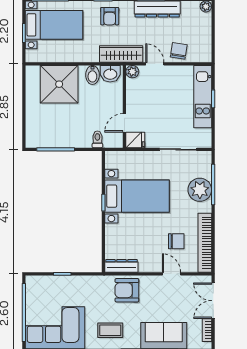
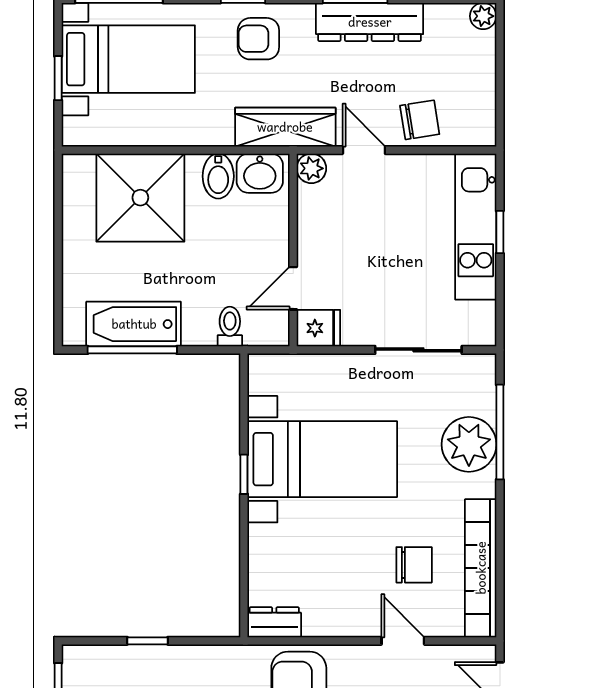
armchair: (110, 16) -> (258, 39), turned 90
chair: (179, 51) -> (420, 120), turned 72
bathtub: (56, 138) -> (134, 324), added
dresser: (121, 266) -> (274, 622), width x0.70

